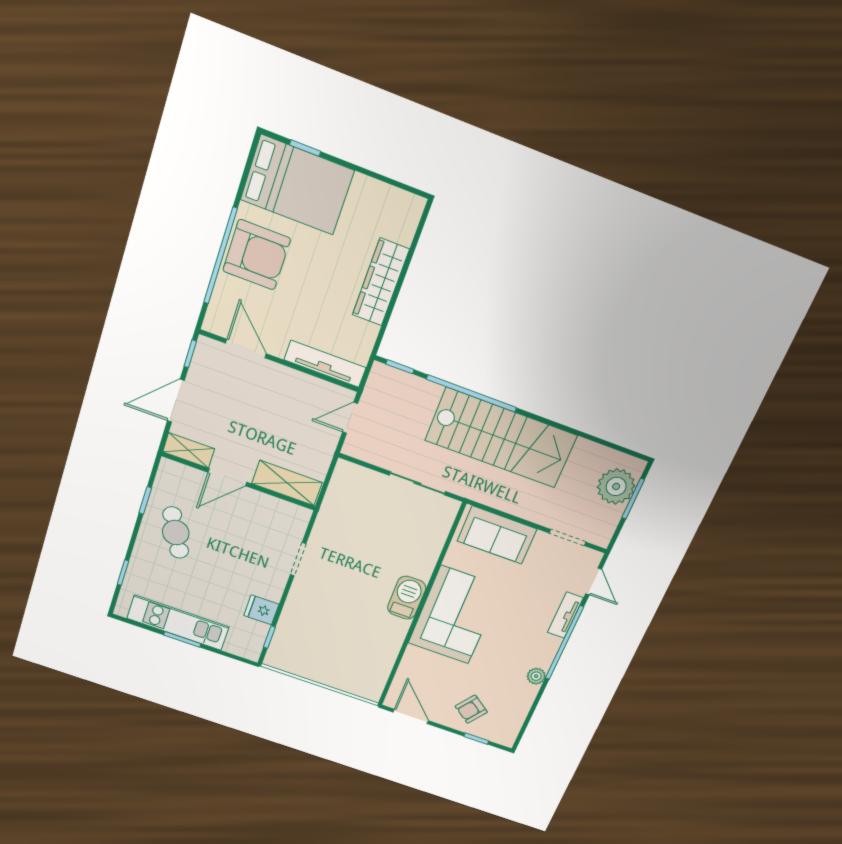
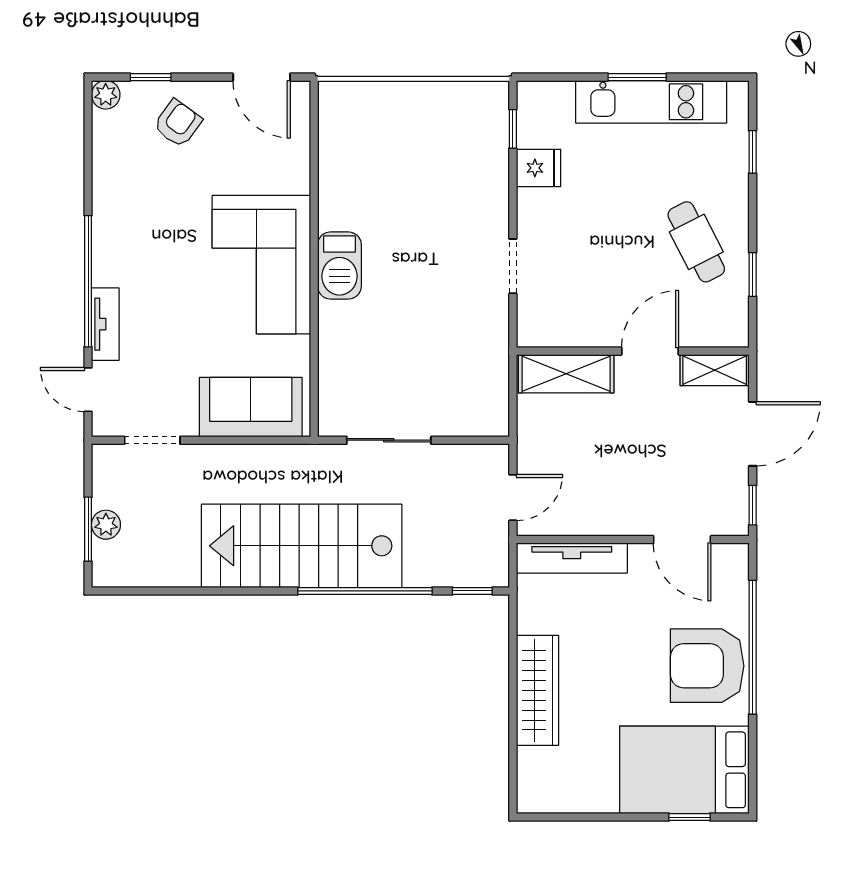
plant: (616, 486) -> (106, 525), width x0.53, depth x0.53
plant: (536, 676) -> (106, 95), moved

